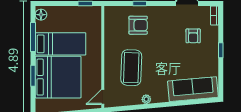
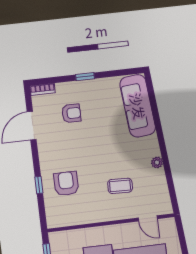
coffee table: (131, 68) -> (120, 186), width x0.54, depth x0.58
door: (103, 97) -> (148, 218), moved

